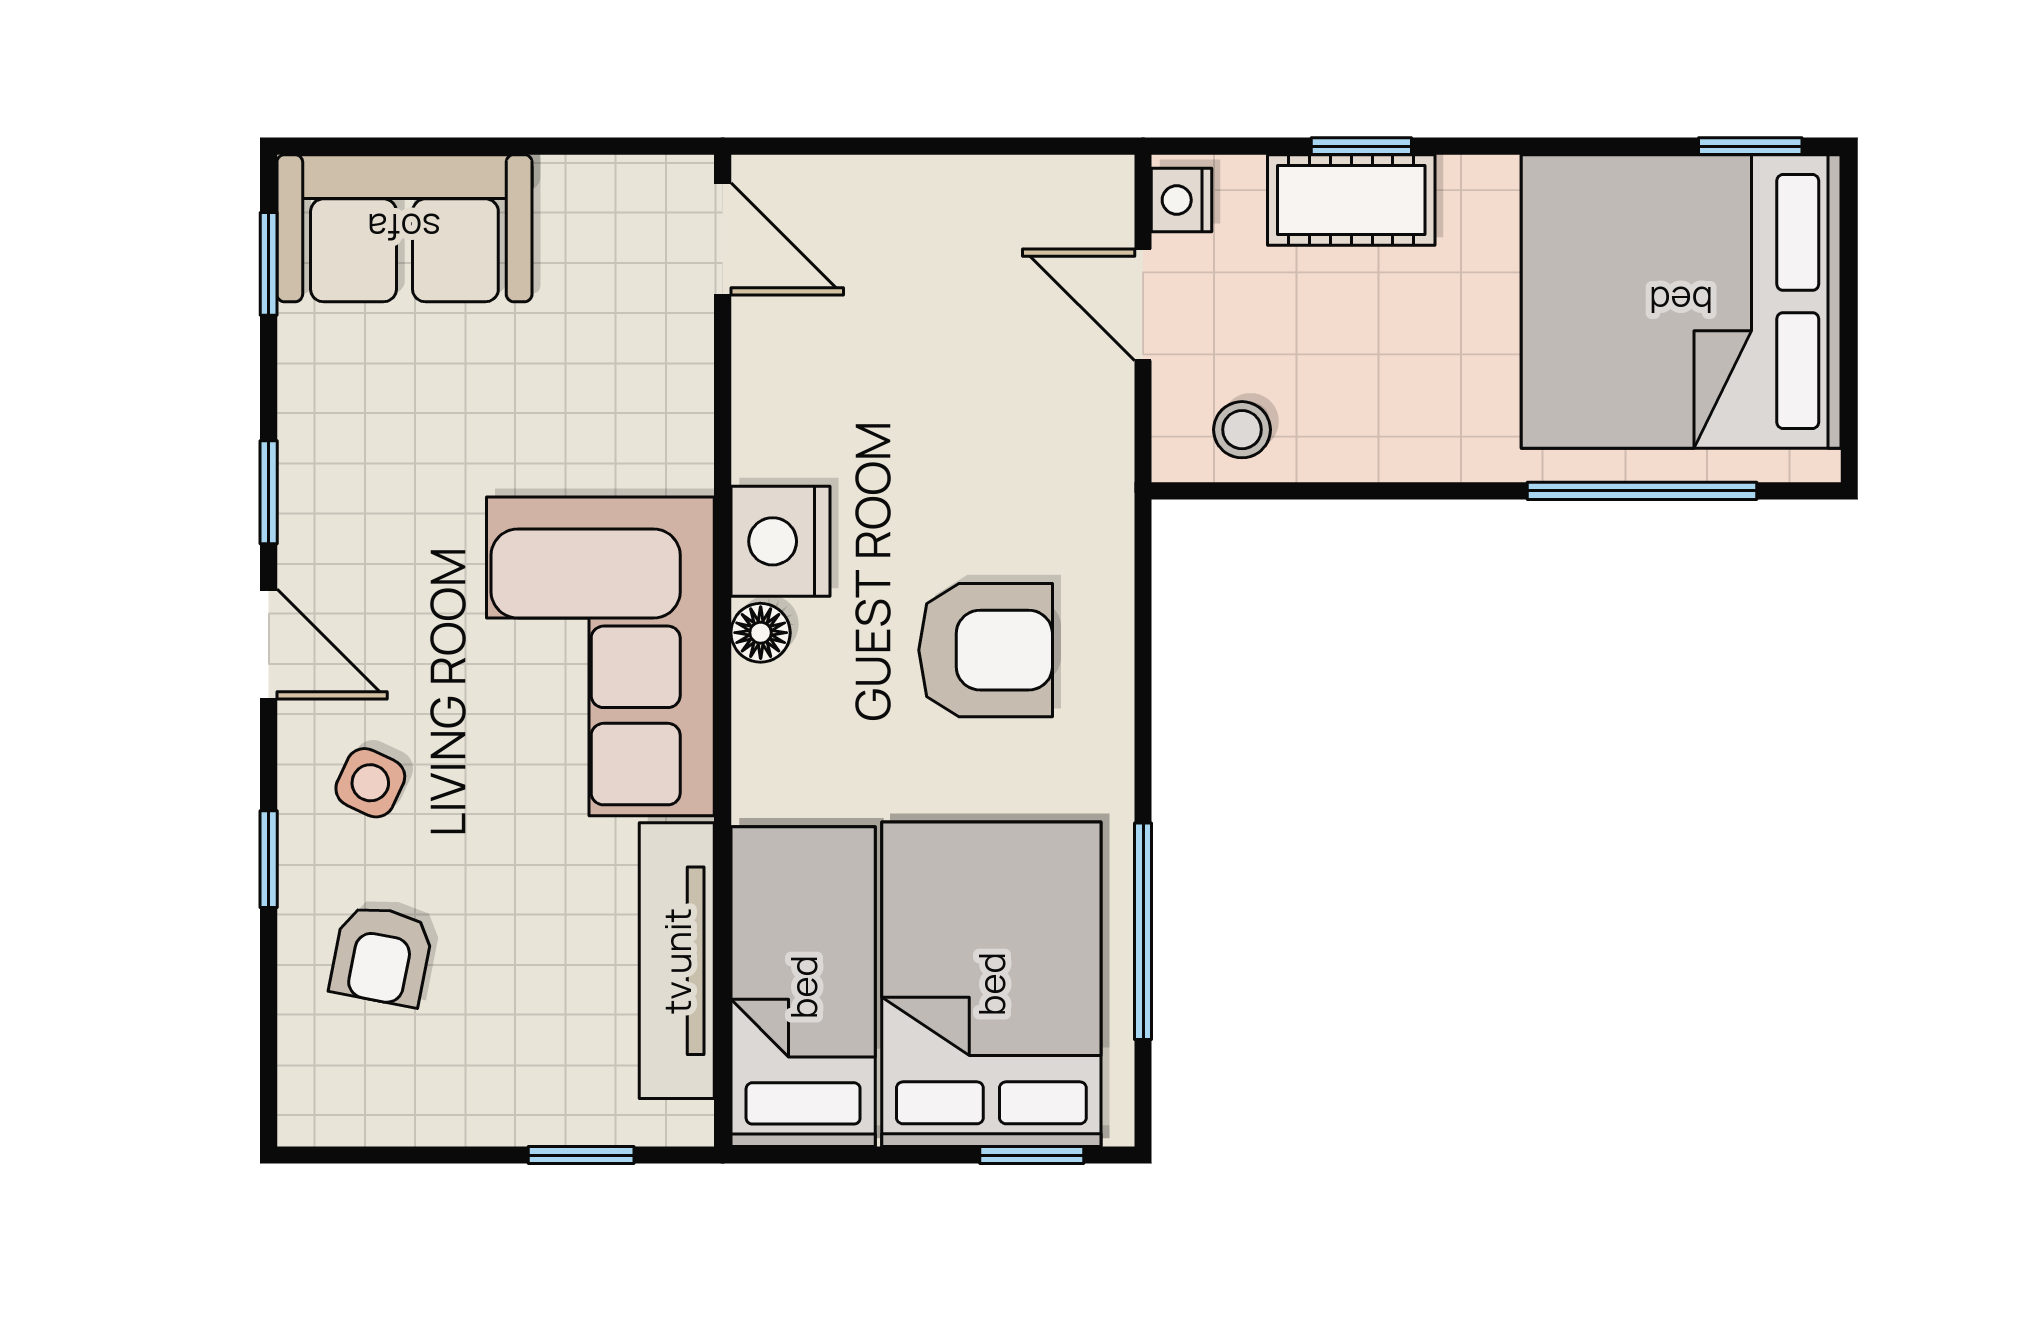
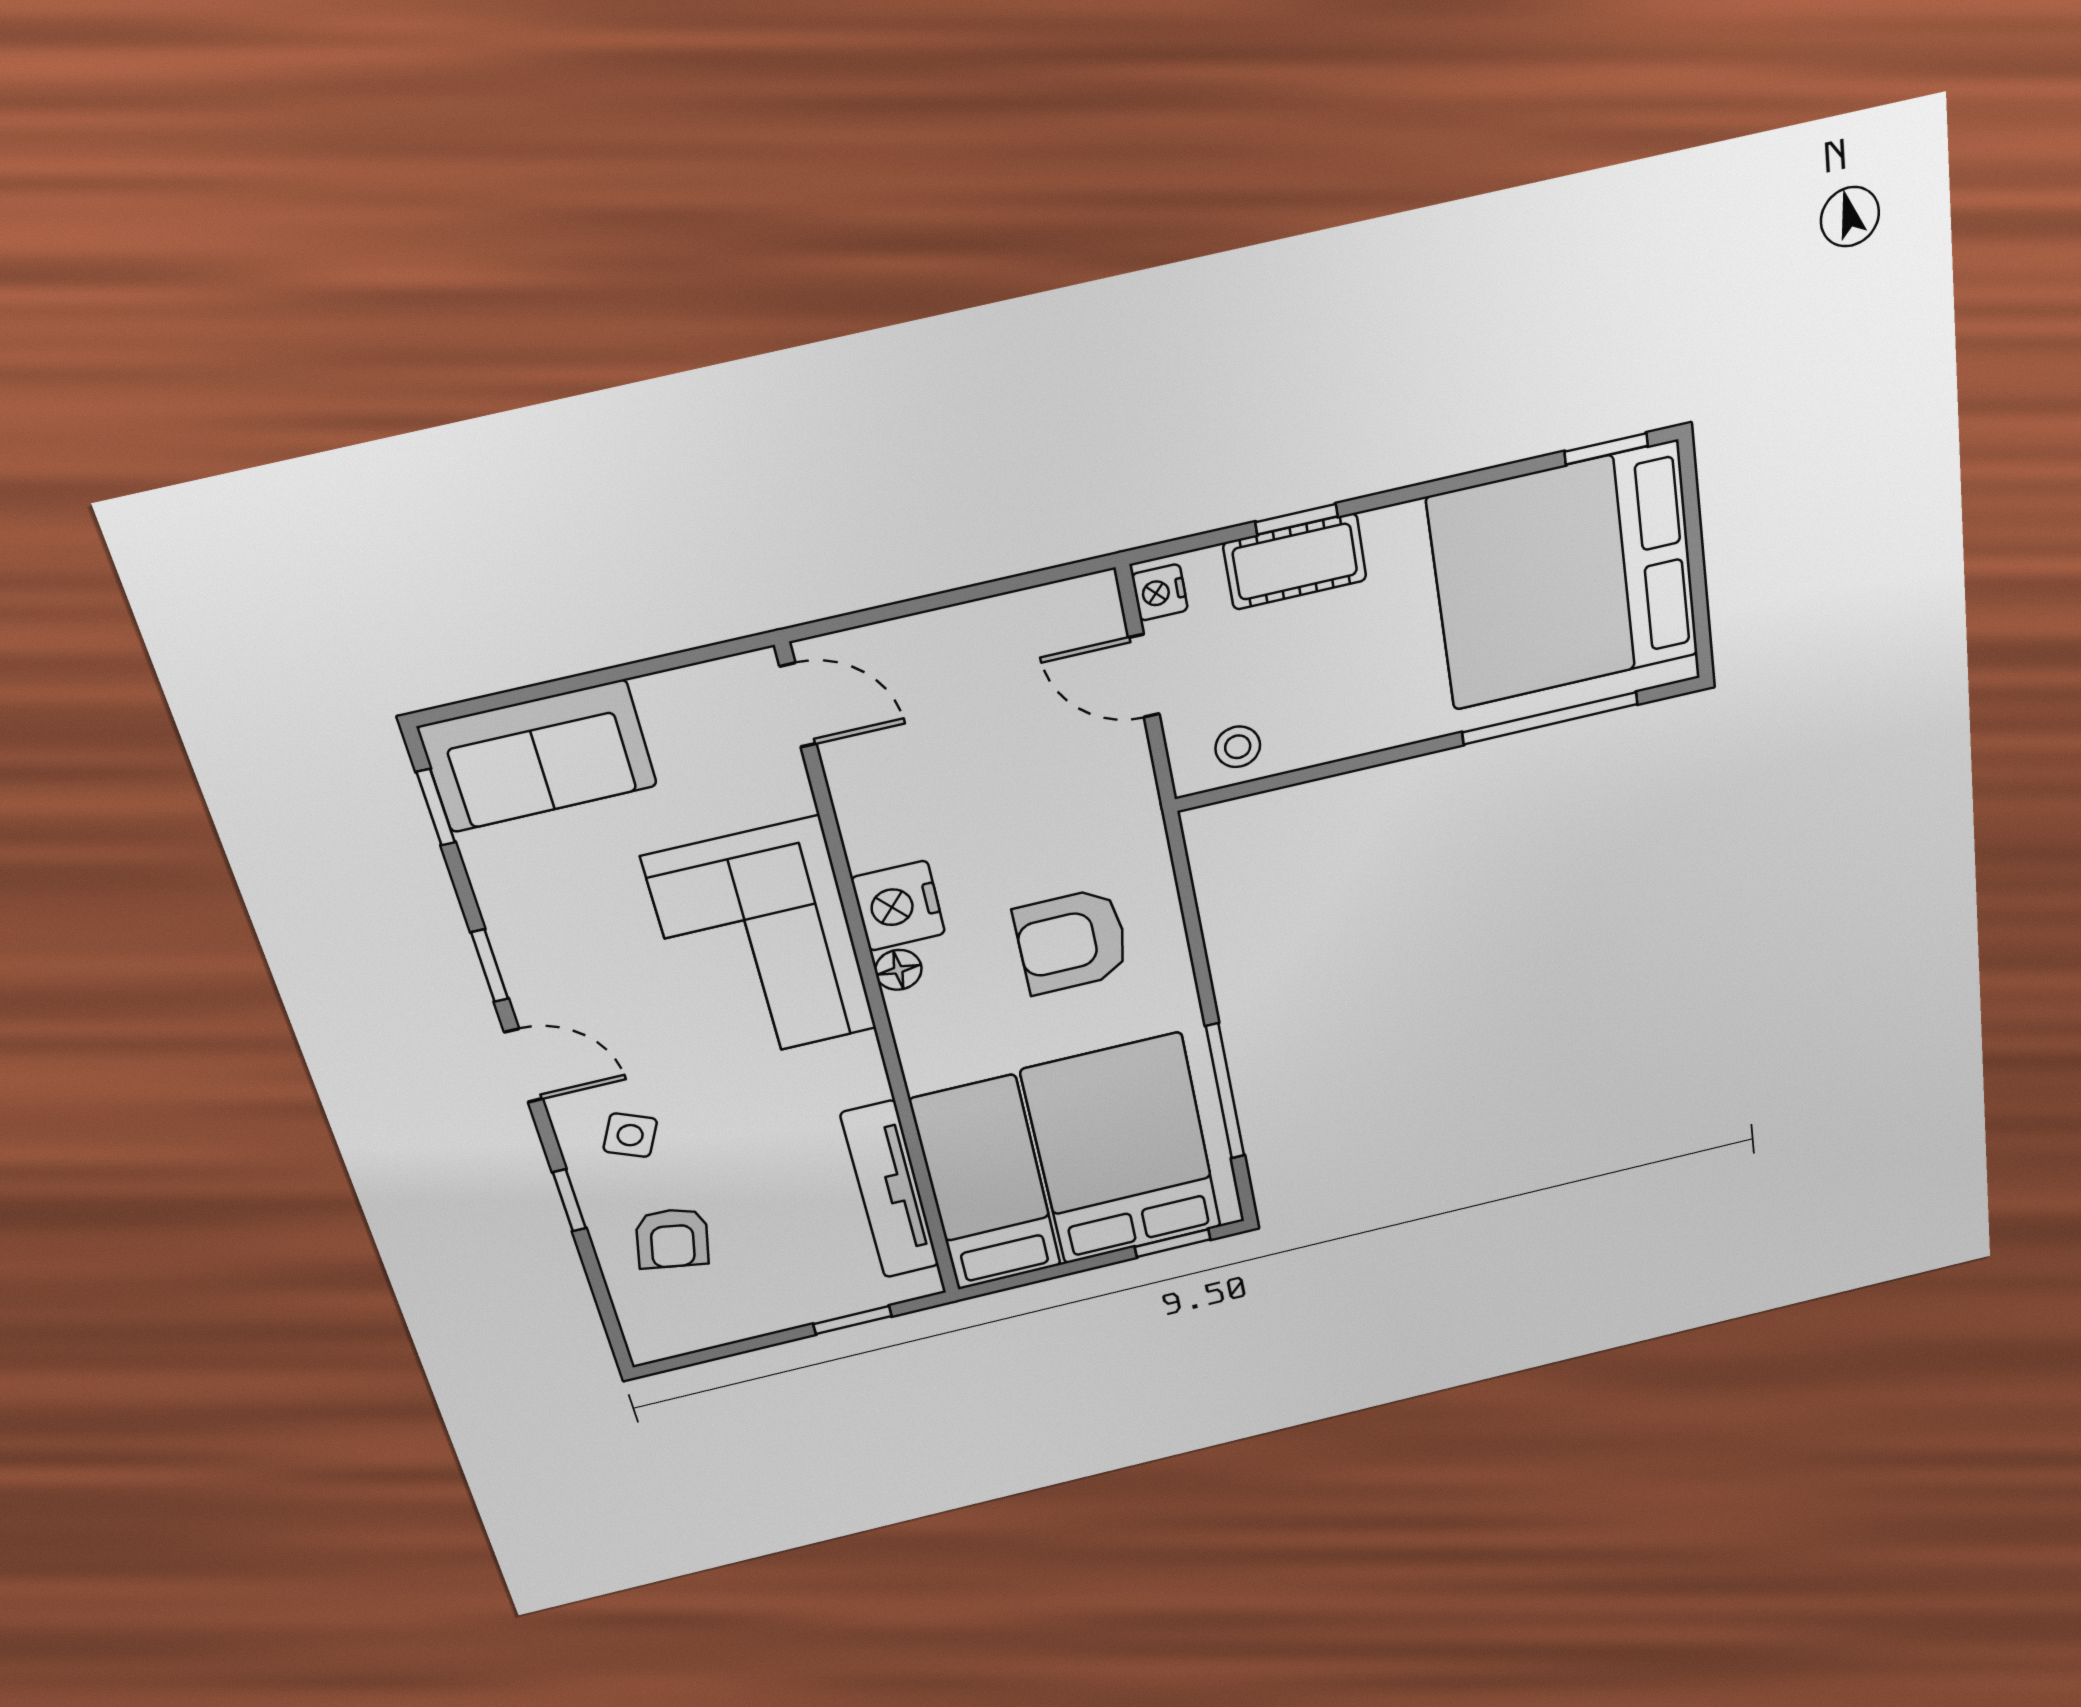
armchair: (986, 650) -> (1072, 941), turned 180
corner sofa: (600, 656) -> (761, 944), moved

